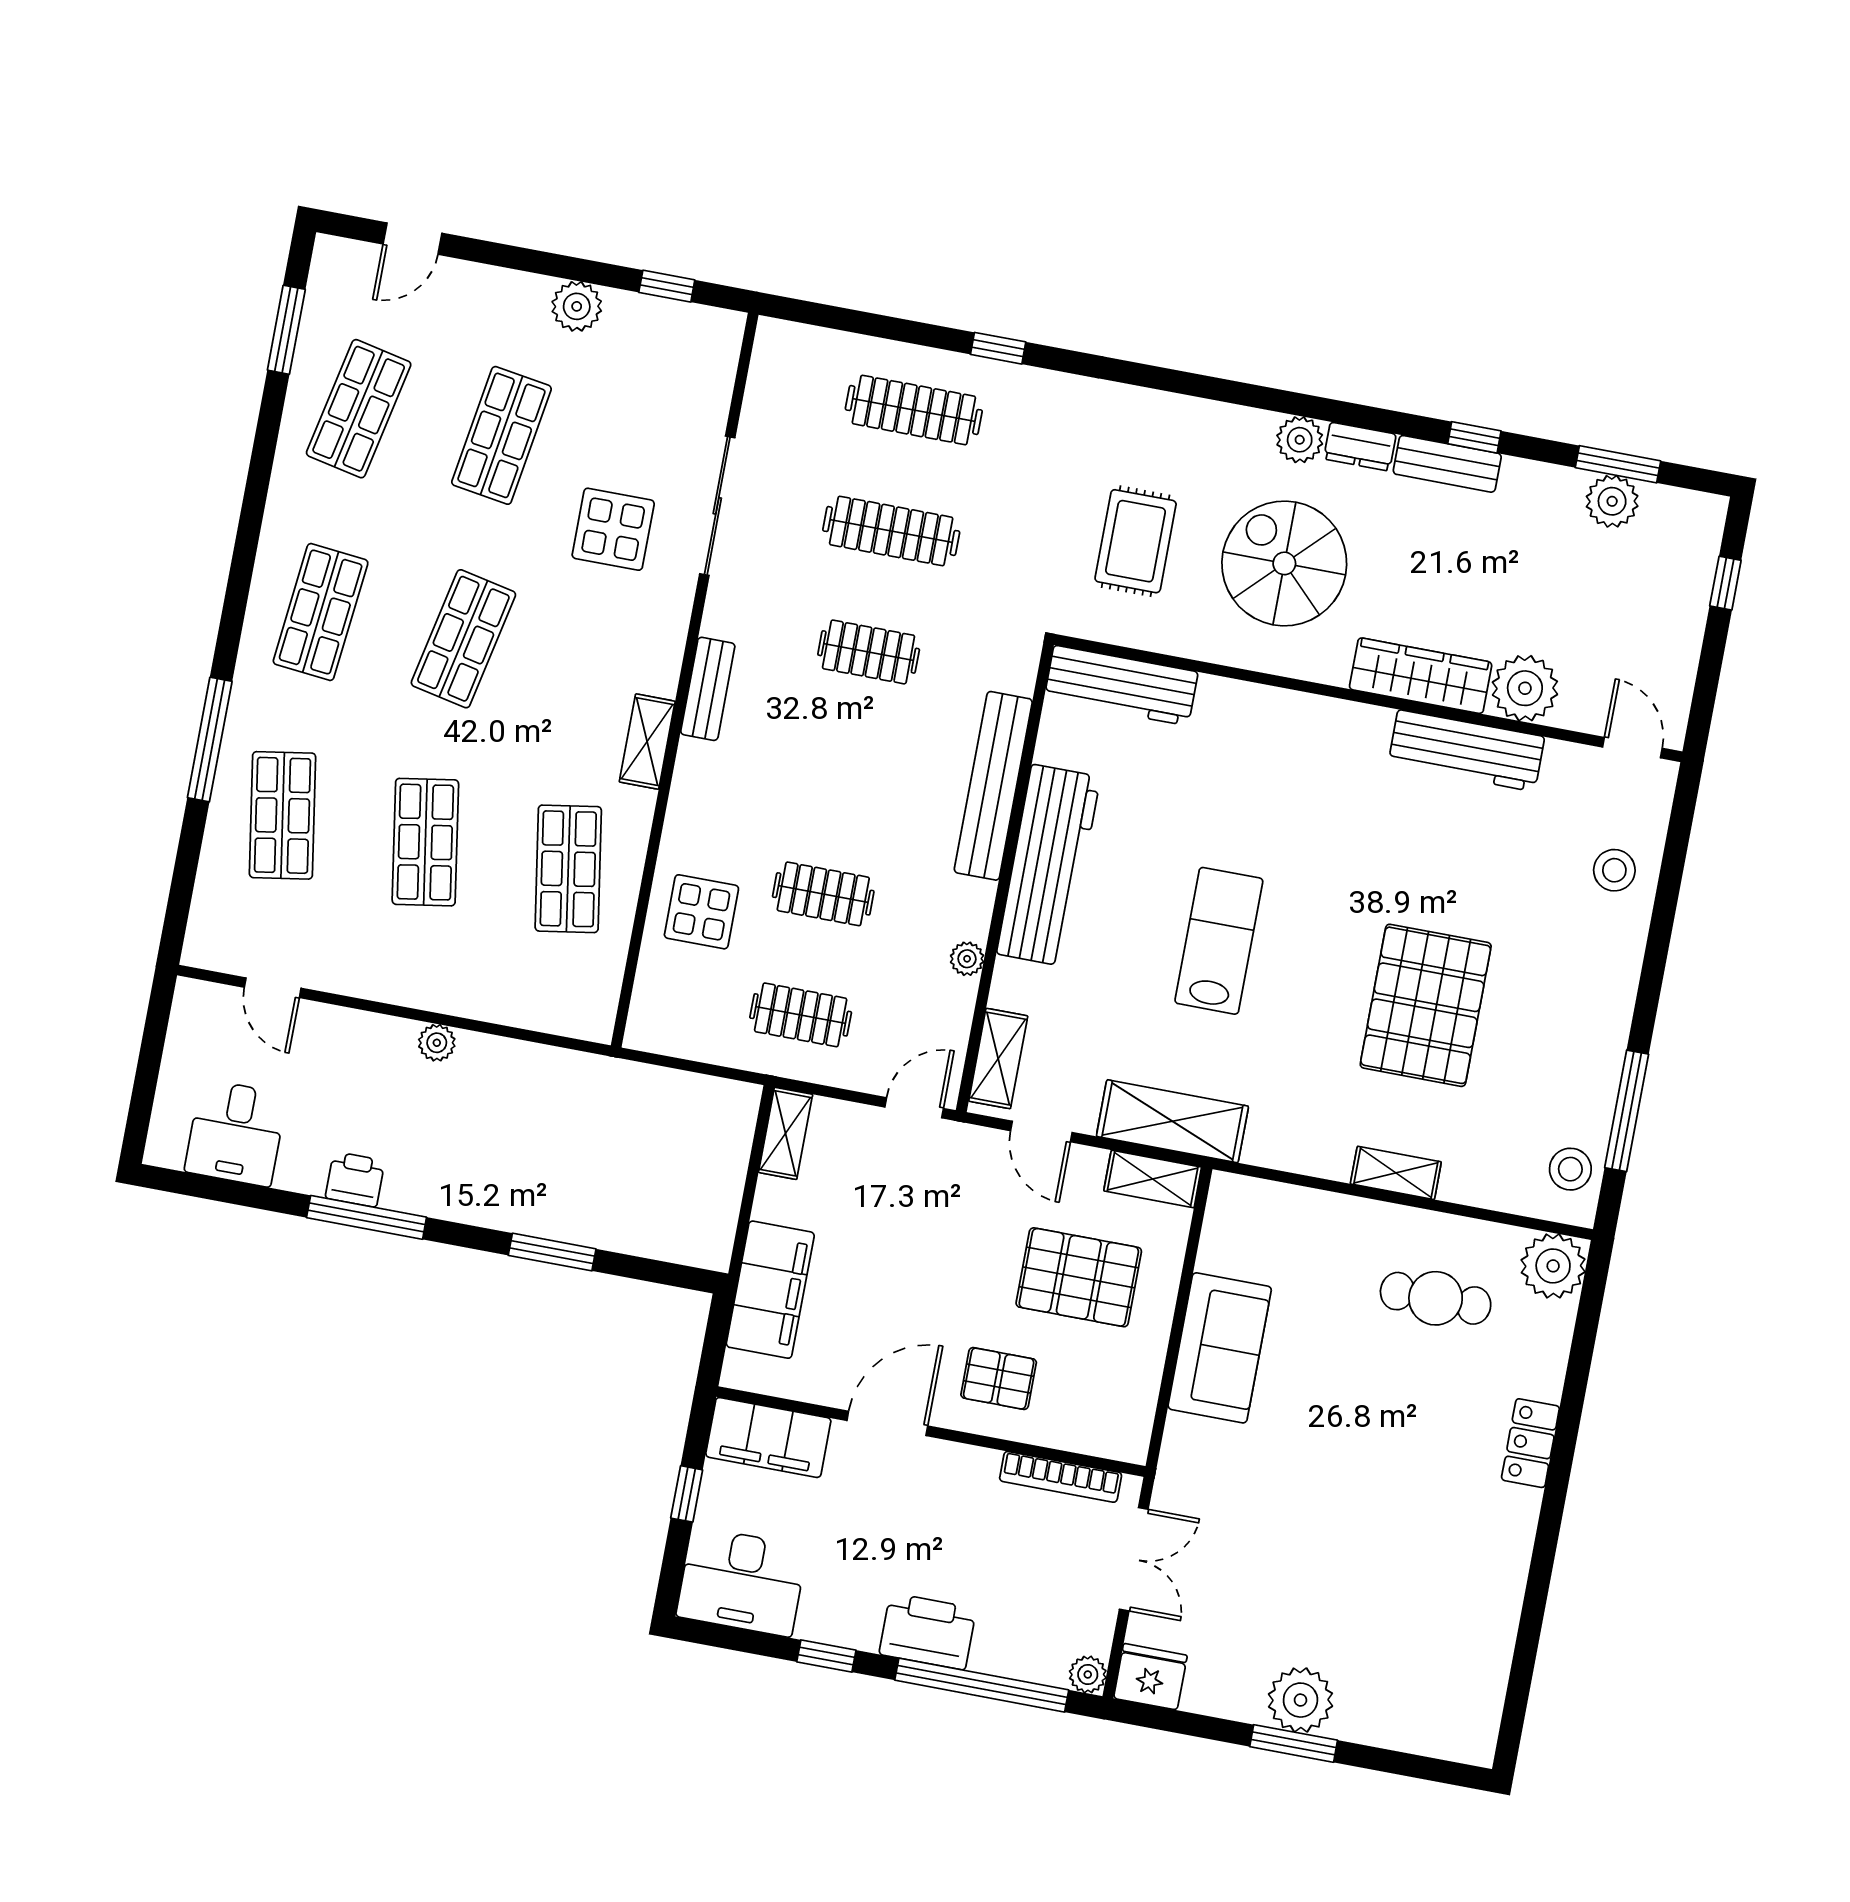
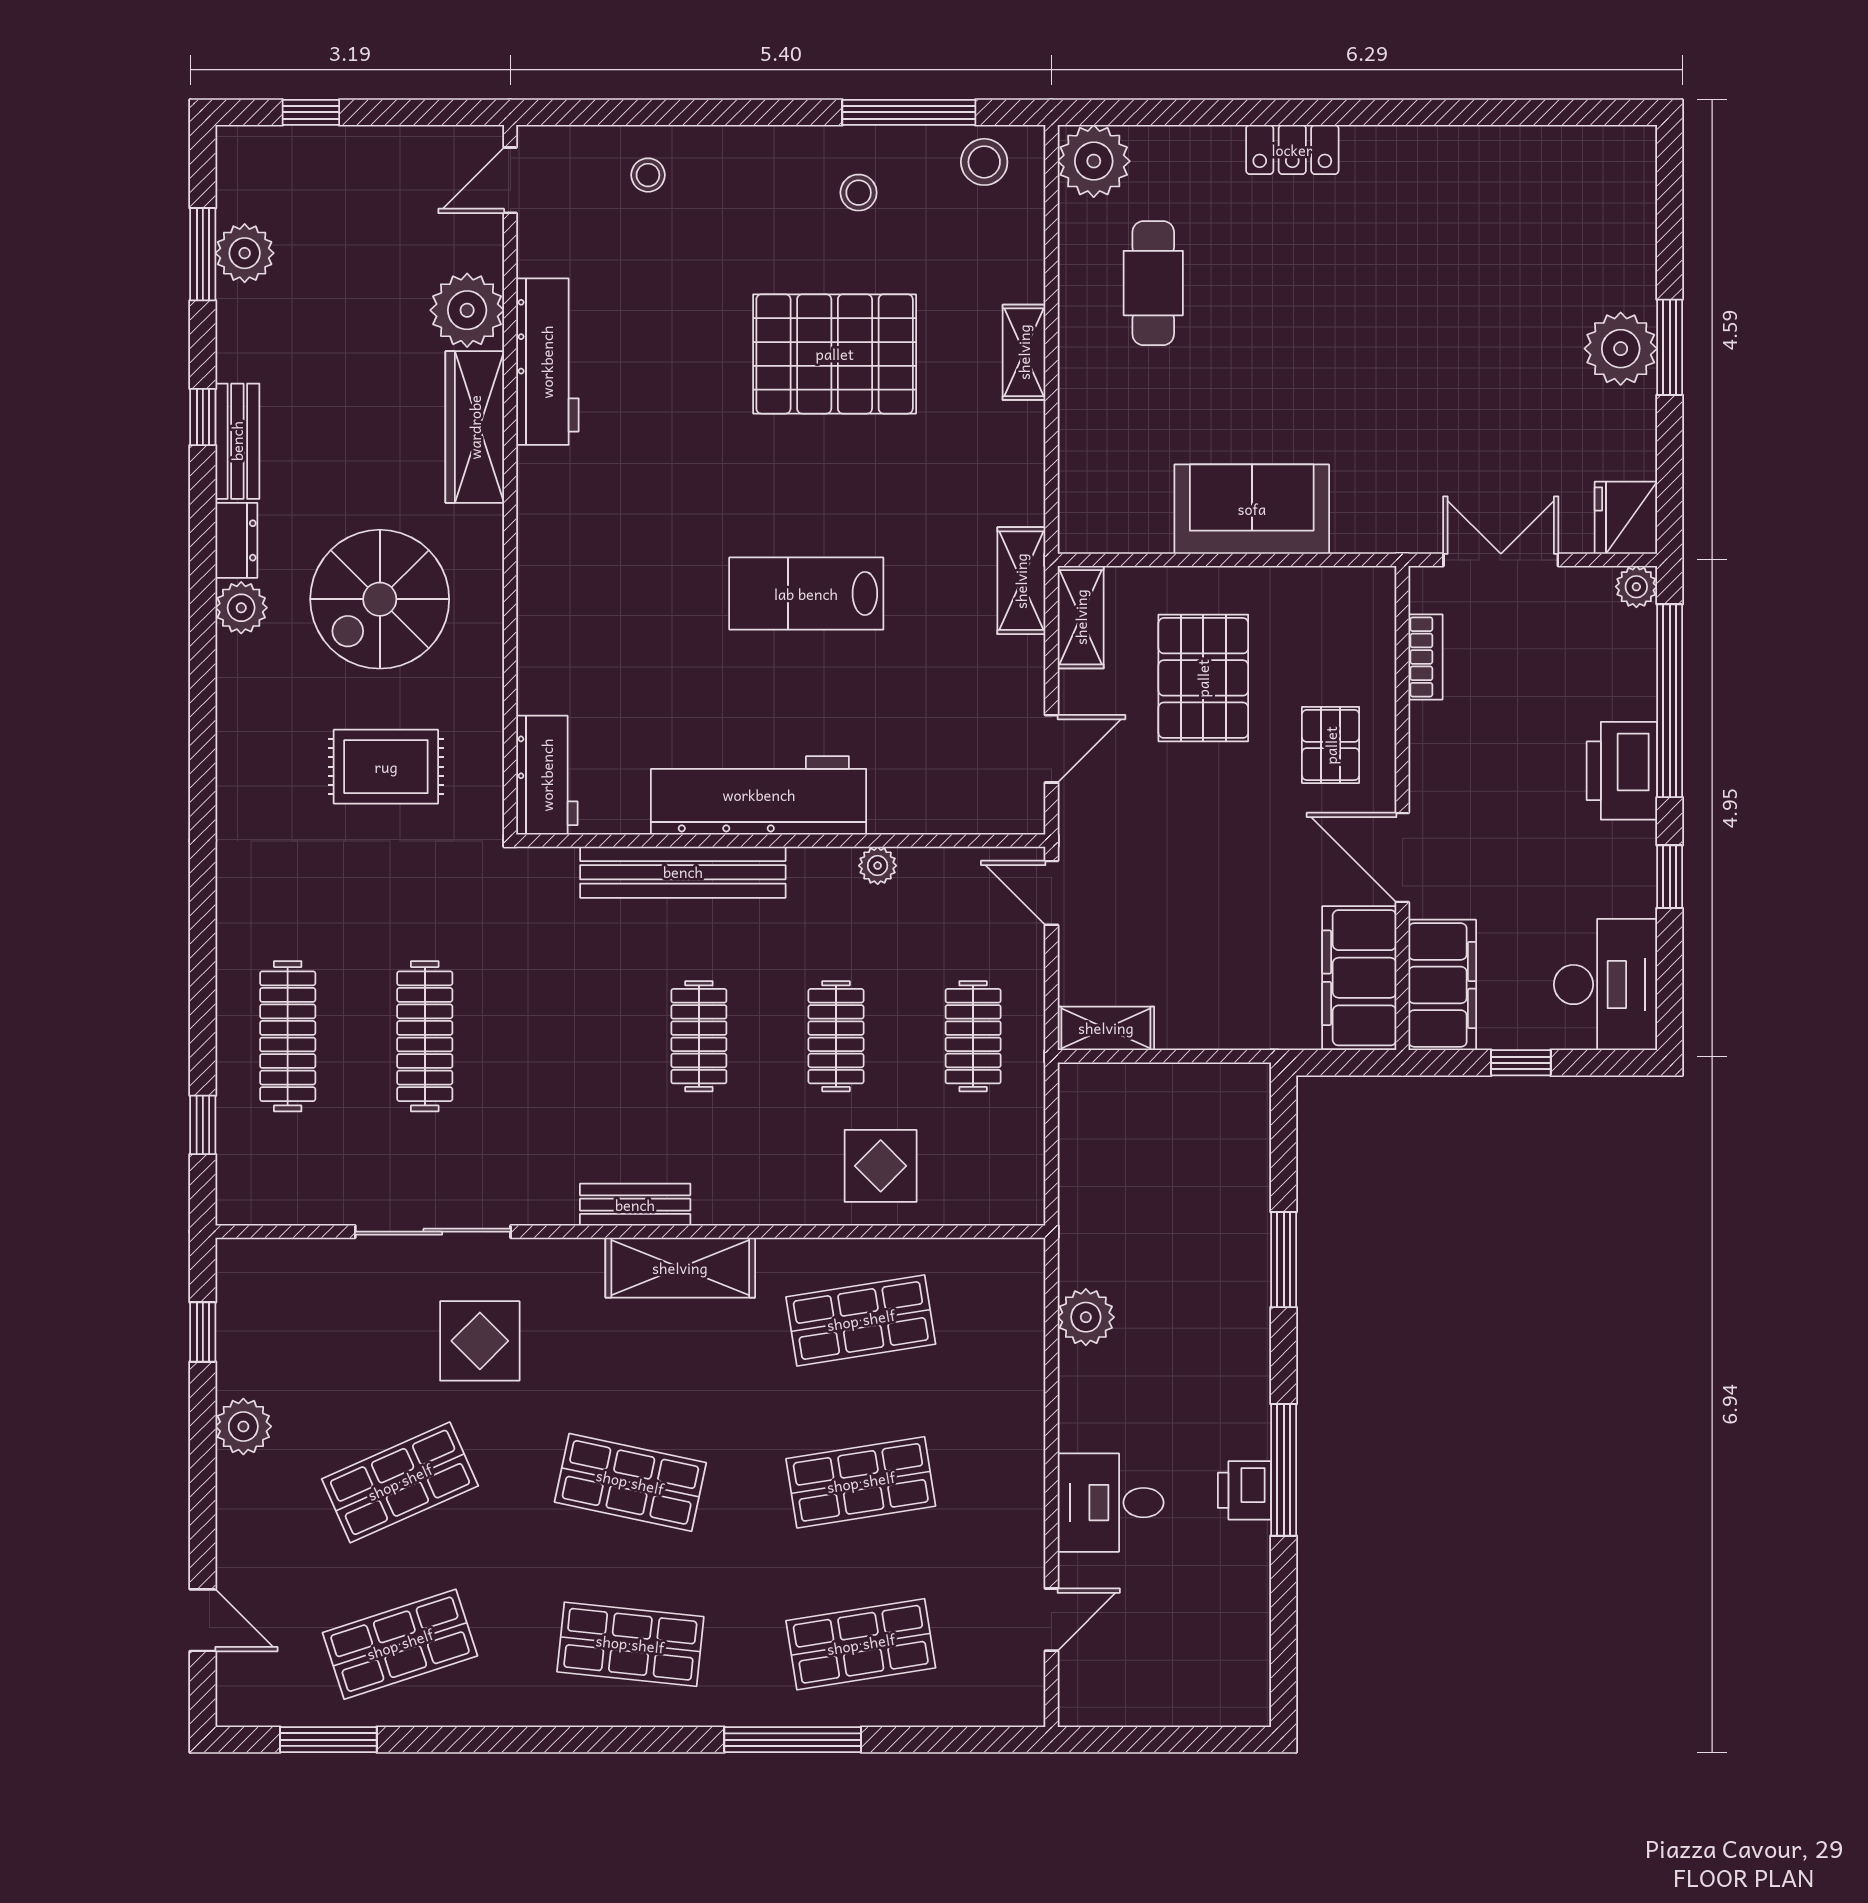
window: (998, 348) -> (203, 1125), moved
shop shelf: (359, 409) -> (400, 1644), turned -30
shop shelf: (501, 435) -> (400, 1482), turned -33
clothes rail: (869, 652) -> (699, 1036), moved
workbench: (1121, 685) -> (547, 775), width x0.73
shelving: (647, 742) -> (680, 1268), width x1.50, depth x1.33
stool: (1614, 870) -> (648, 175), width x0.73, depth x0.73
plant: (437, 1043) -> (1086, 1317), moved, width x1.38, depth x1.38
stool: (1564, 1053) -> (859, 193), added
shelving: (998, 1059) -> (980, 811), removed
shelving: (1172, 1121) -> (1021, 581), width x0.67, depth x0.75
desk: (236, 1133) -> (1111, 1503), moved, turned 180
filing cabinet: (770, 1290) -> (1359, 978), moved, turned -90
bookcase: (1061, 1477) -> (1425, 657), width x0.64

